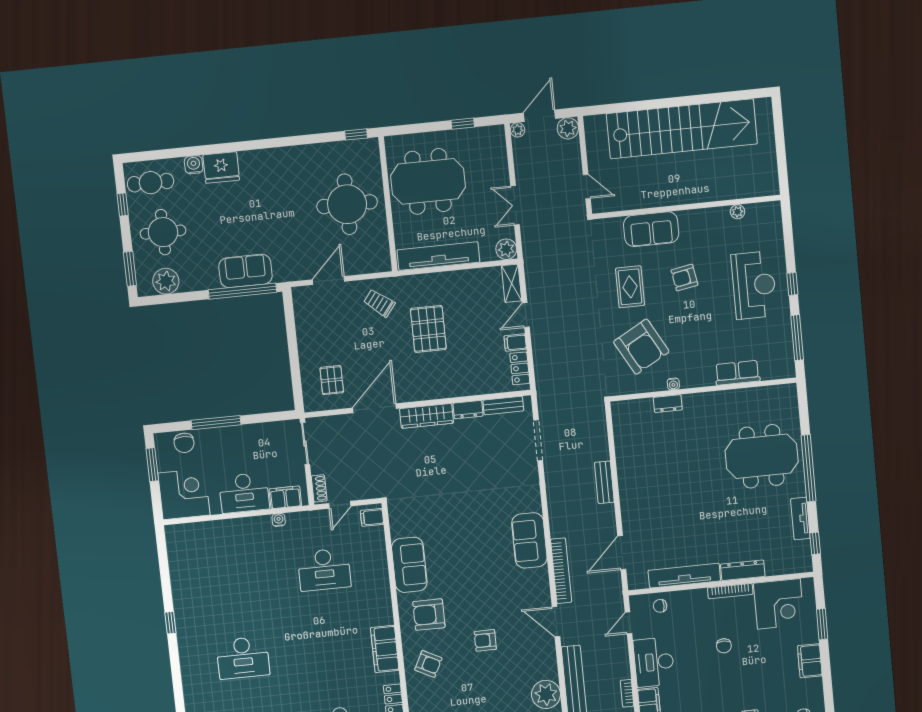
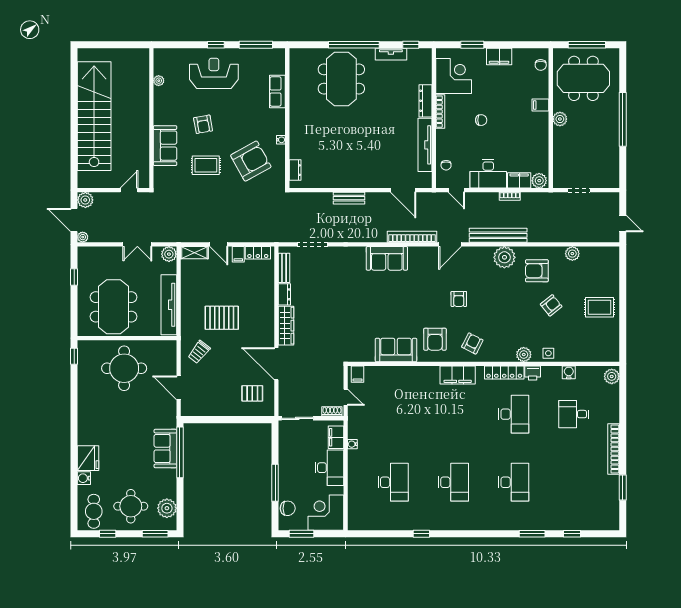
dresser: (668, 404) -> (295, 170), moved
desk: (324, 570) -> (393, 482), moved

